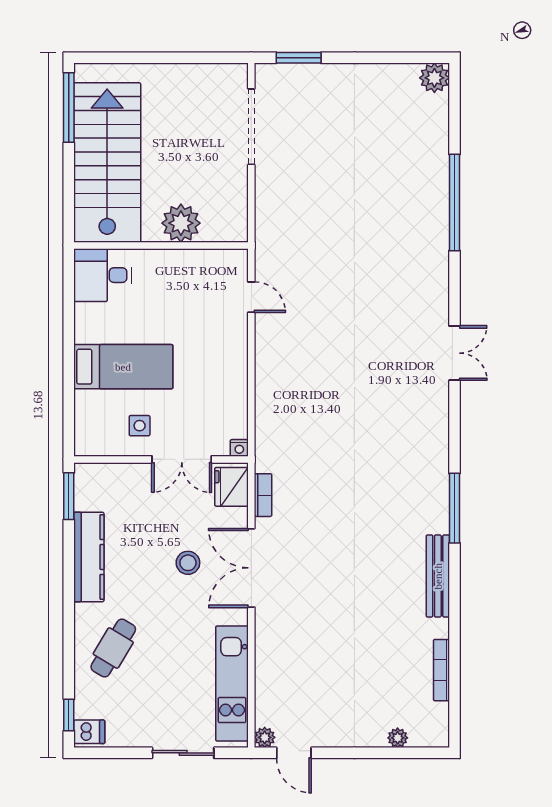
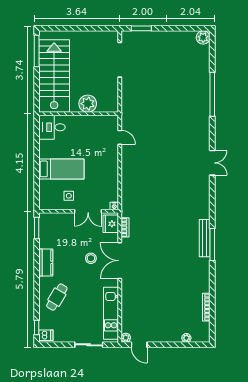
window: (454, 508) -> (212, 244), moved
kitchen counter: (89, 557) -> (46, 262), width x0.67
bench: (438, 576) -> (205, 238), moved

